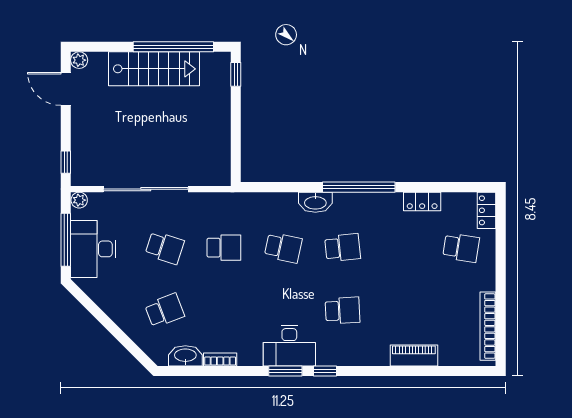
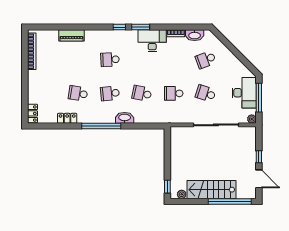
window: (173, 47) -> (230, 201), moved
plant: (79, 60) -> (182, 194), moved
window: (66, 162) -> (259, 157), moved
school desk: (461, 248) -> (78, 93), moved
desk: (289, 346) -> (152, 41), moved

